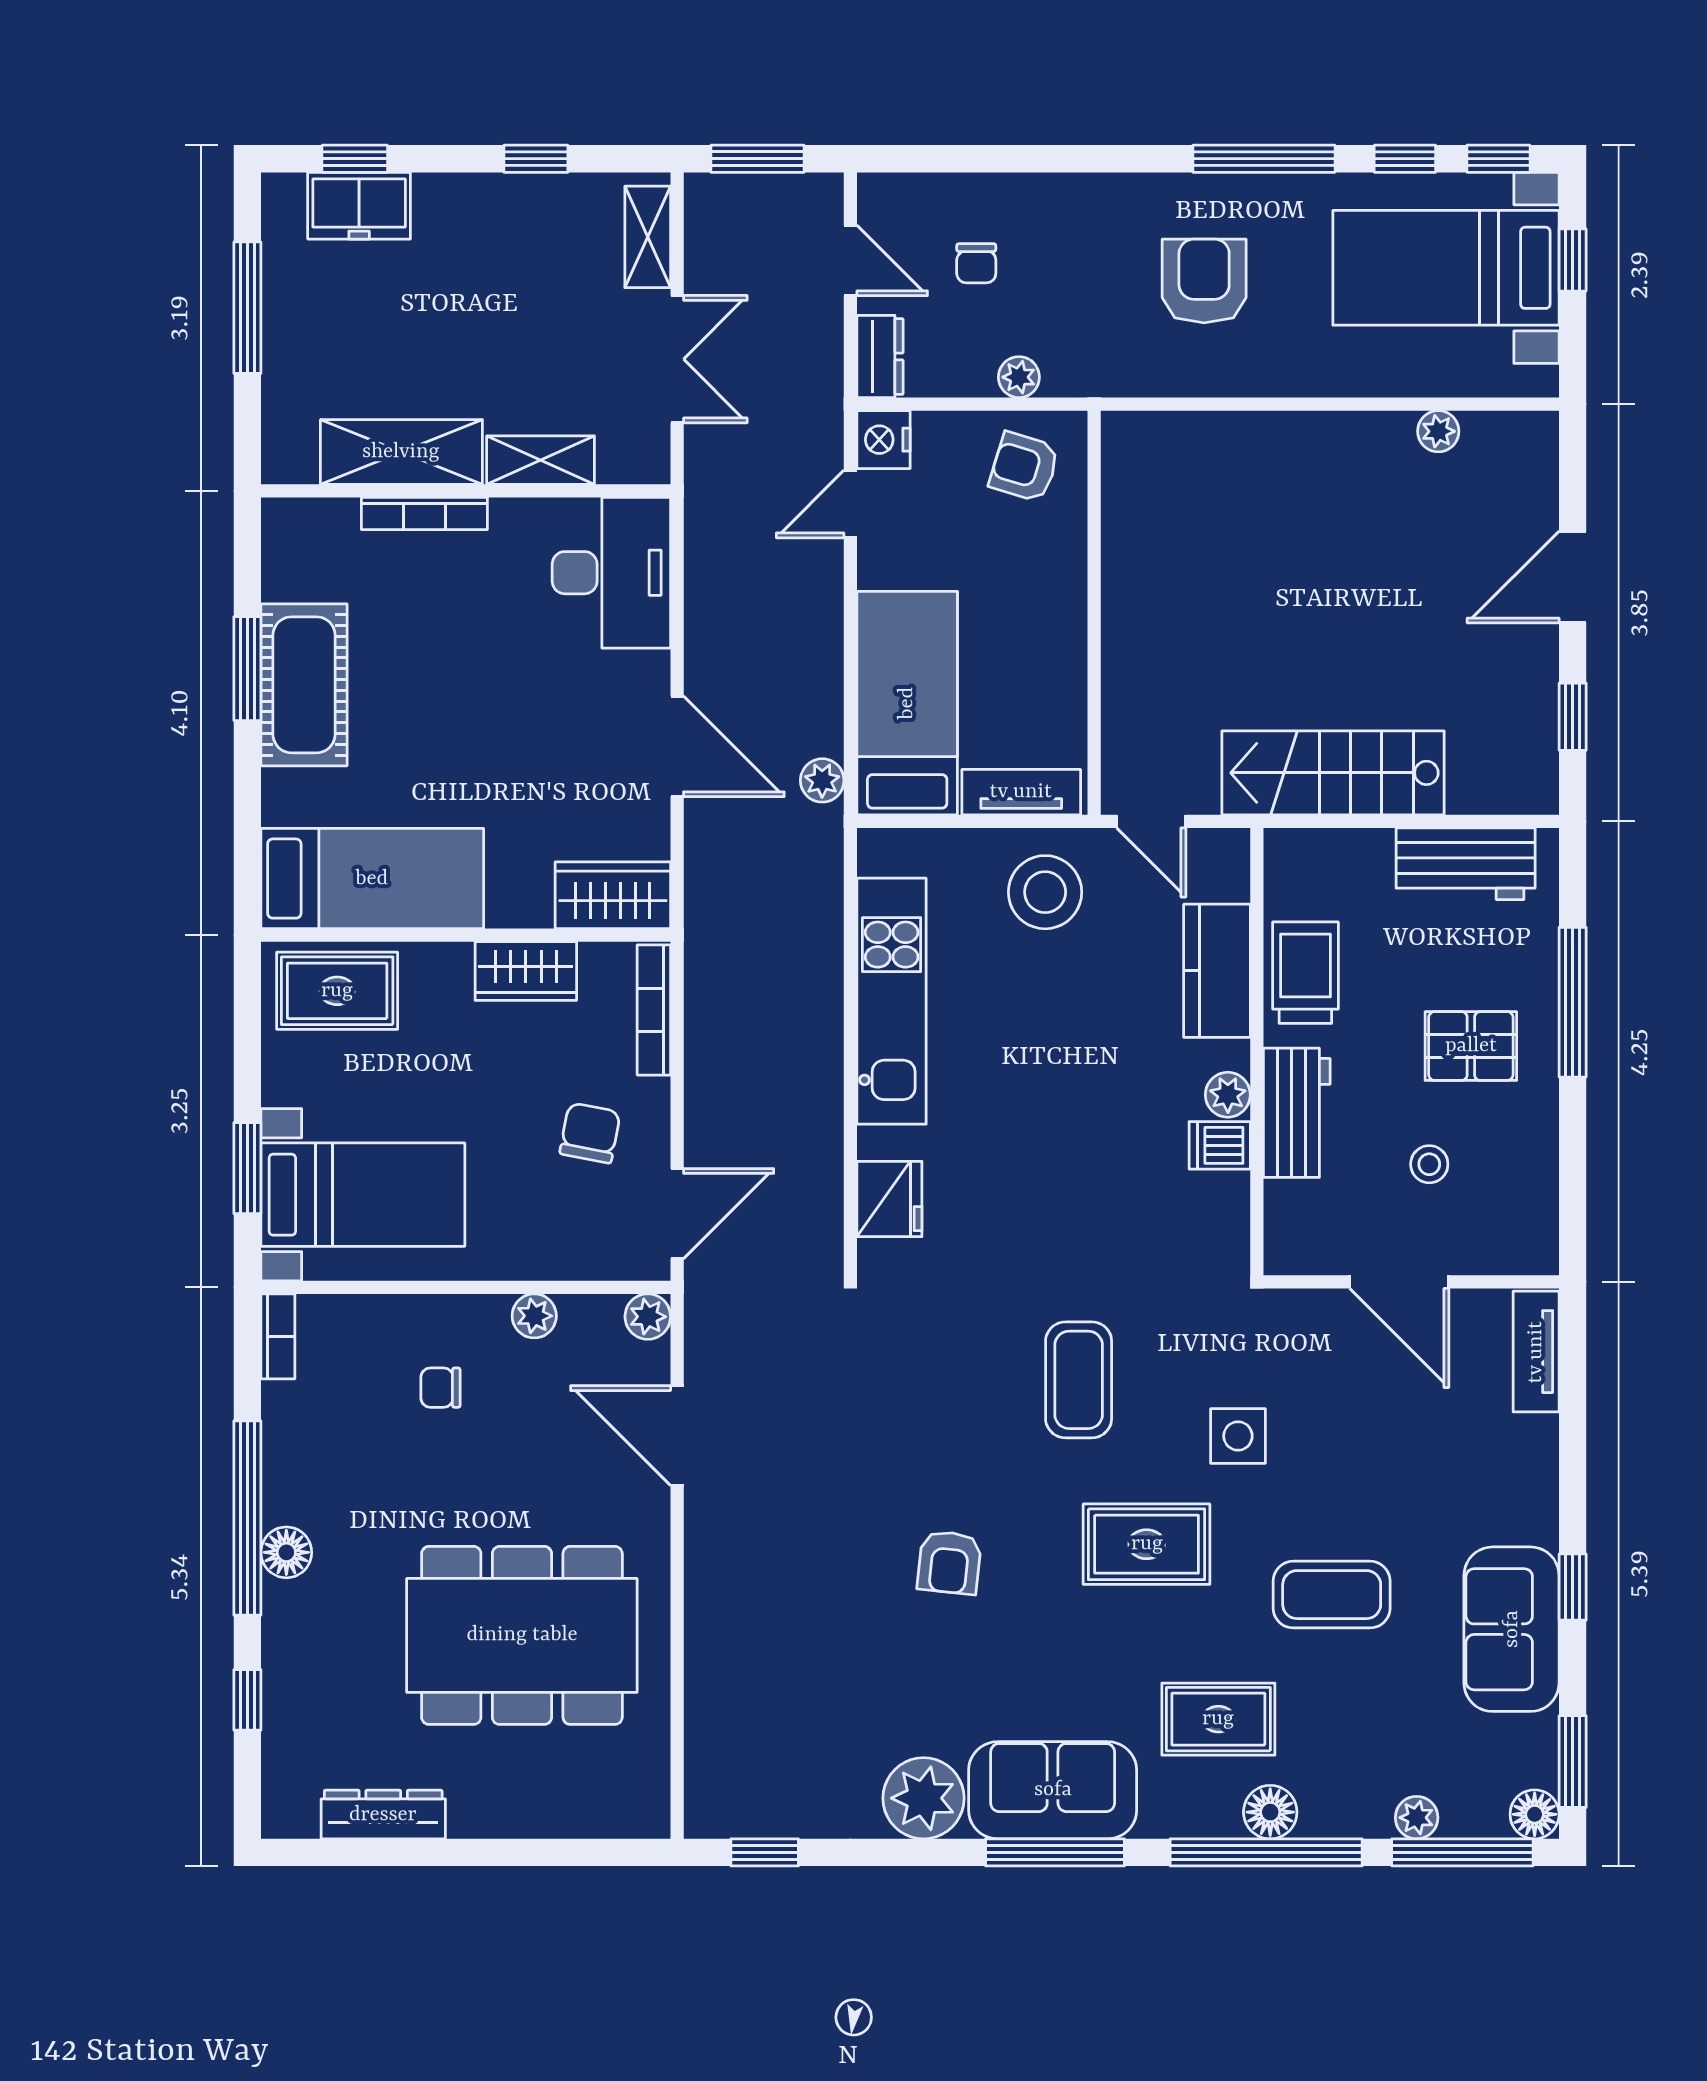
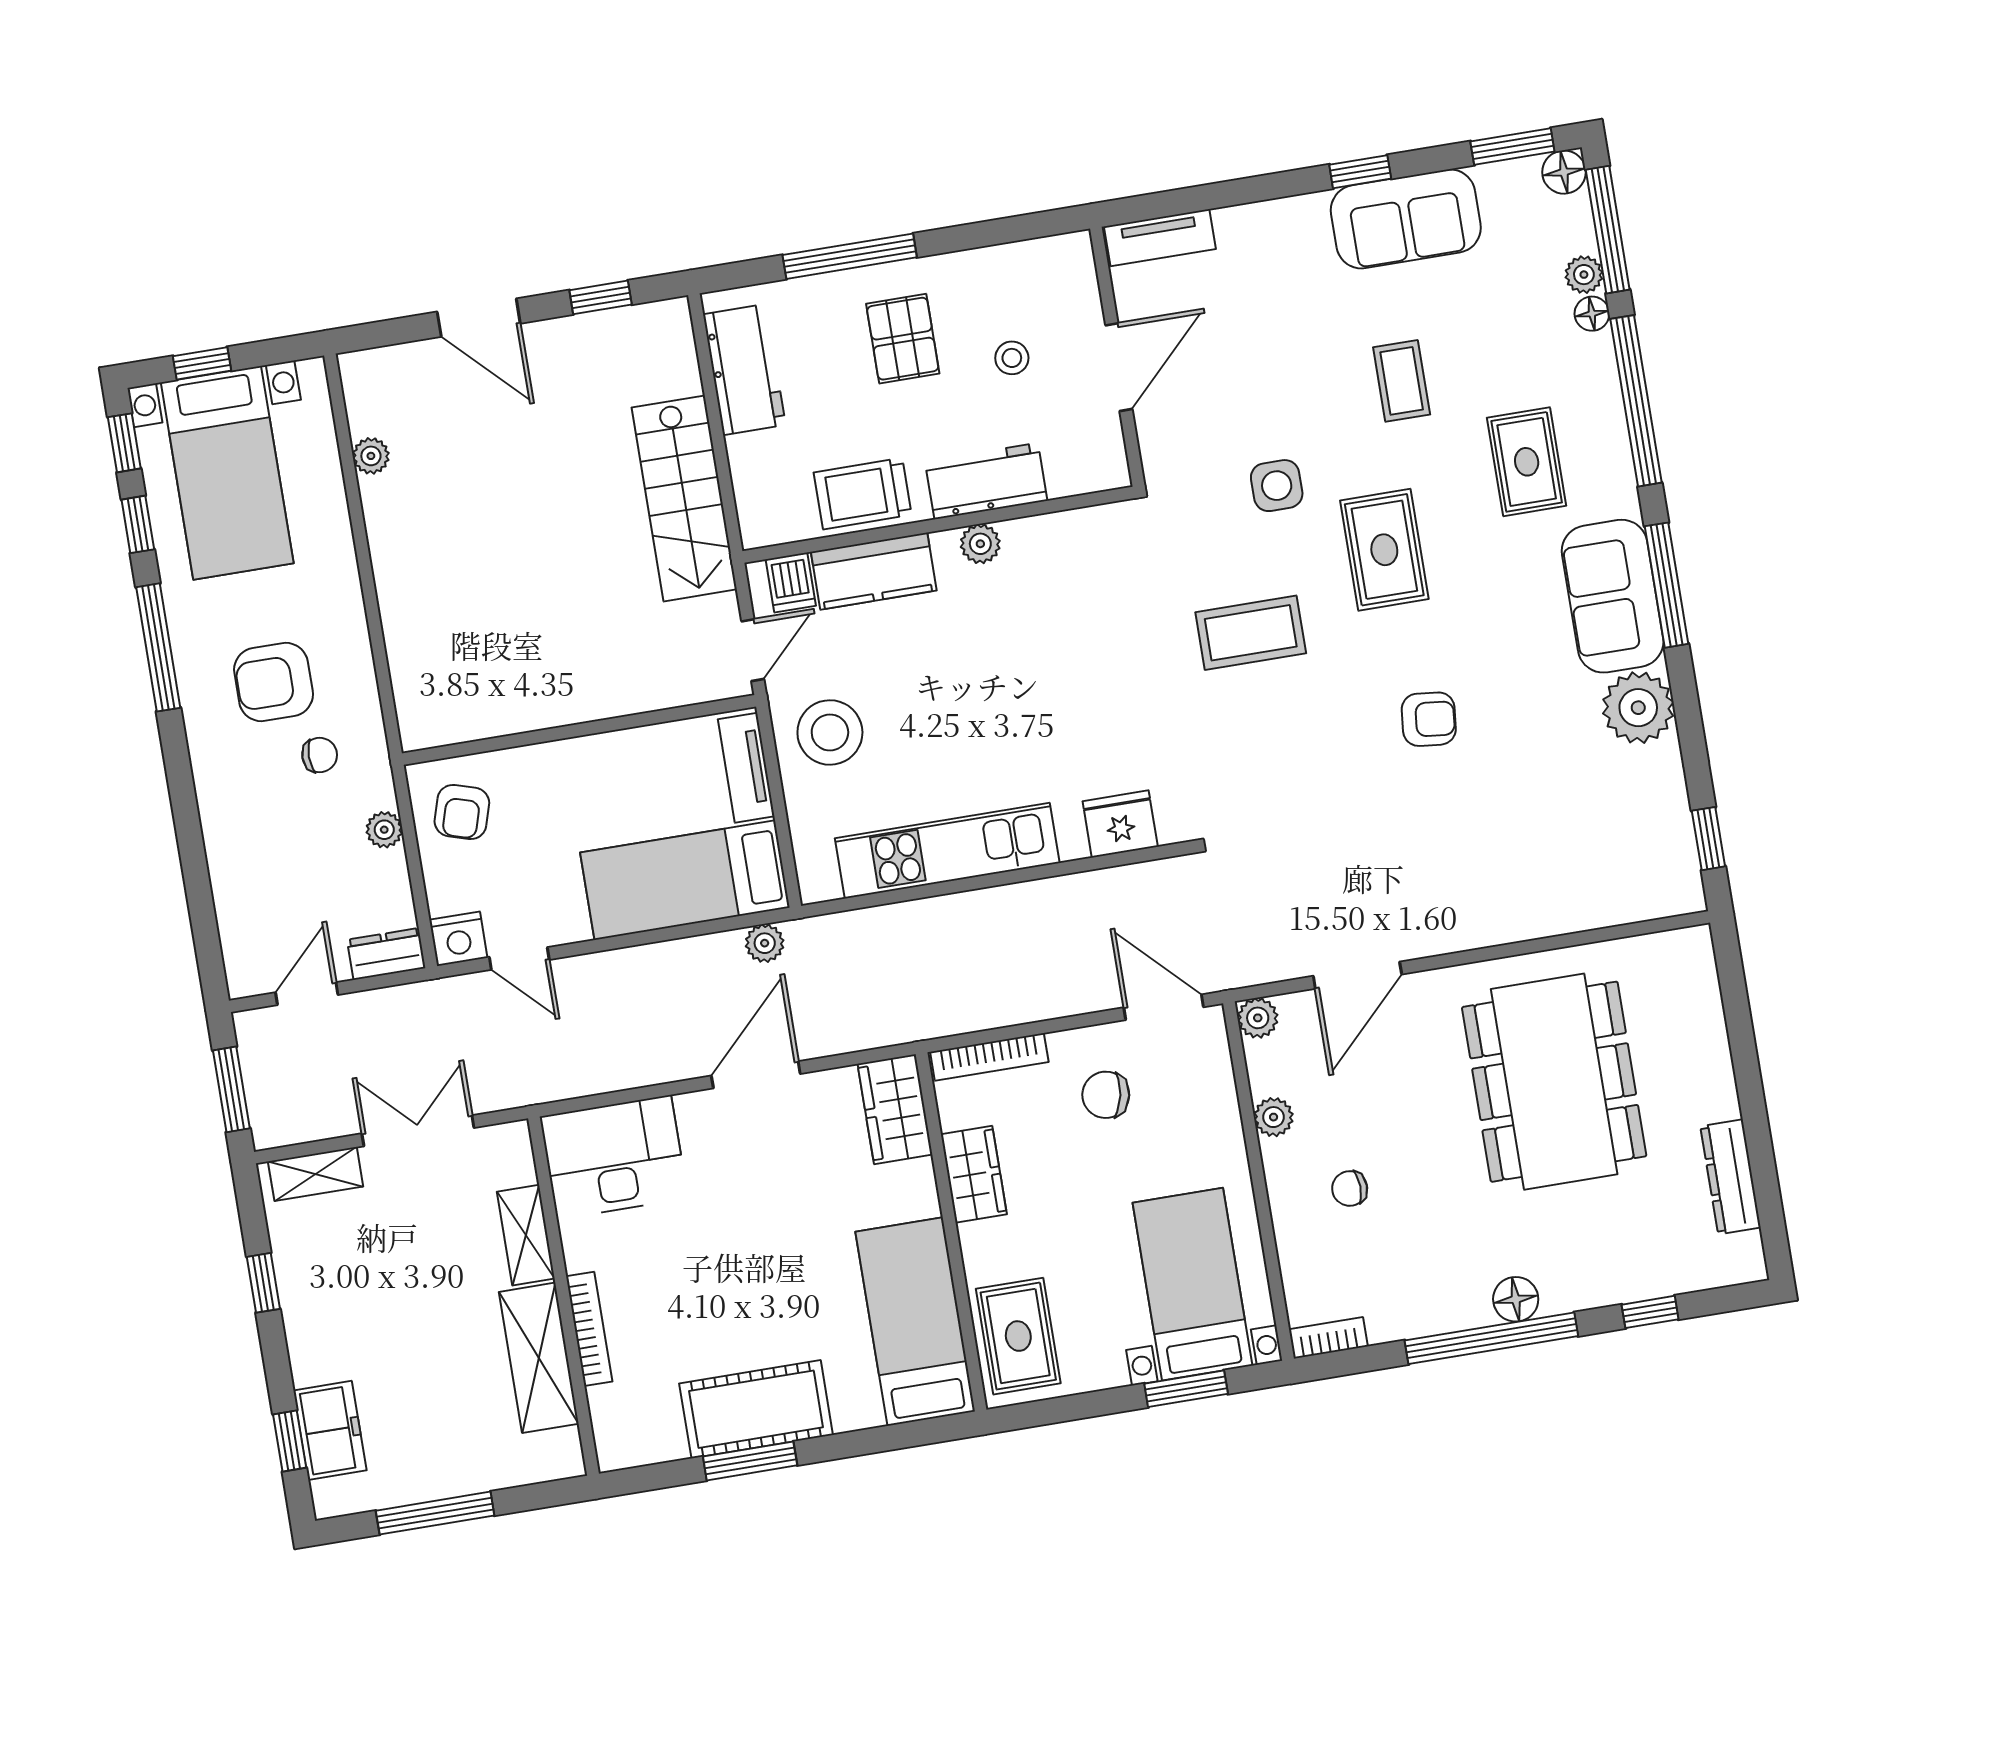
chair: (976, 263) -> (320, 755), moved
dishwasher: (1220, 1145) -> (791, 582), moved
chair: (441, 1388) -> (1350, 1188), turned 88
coffee table: (1332, 1595) -> (1402, 381), width x0.73, depth x0.77
floor lamp: (1270, 1812) -> (1592, 314), moved, width x0.73, depth x0.73

